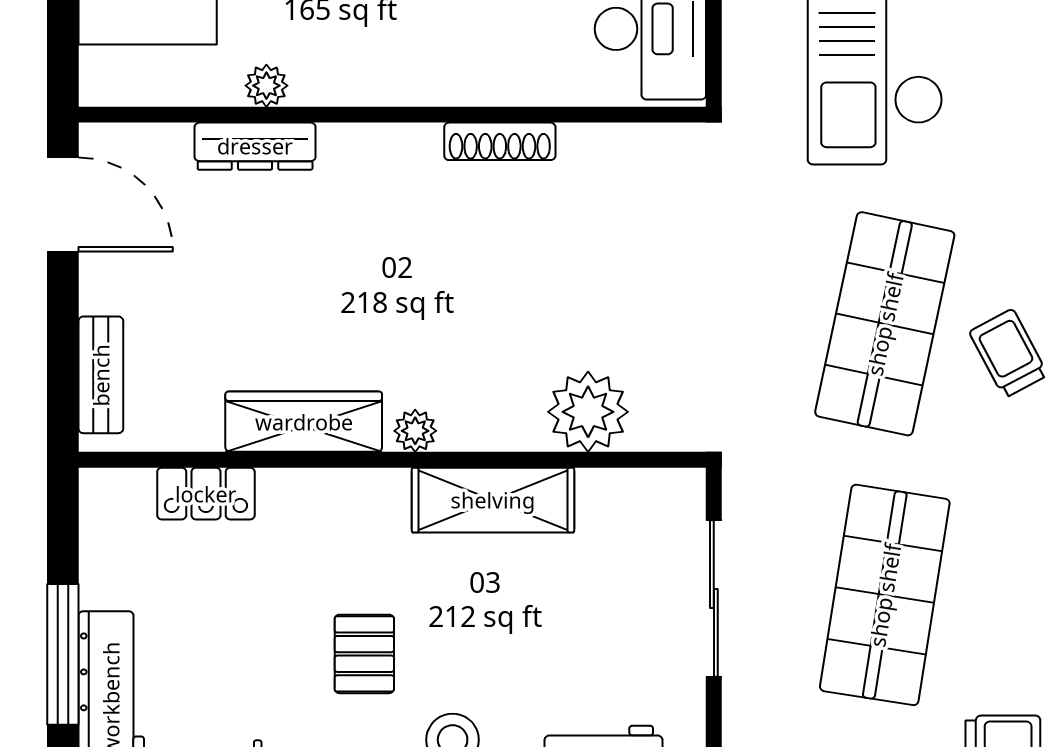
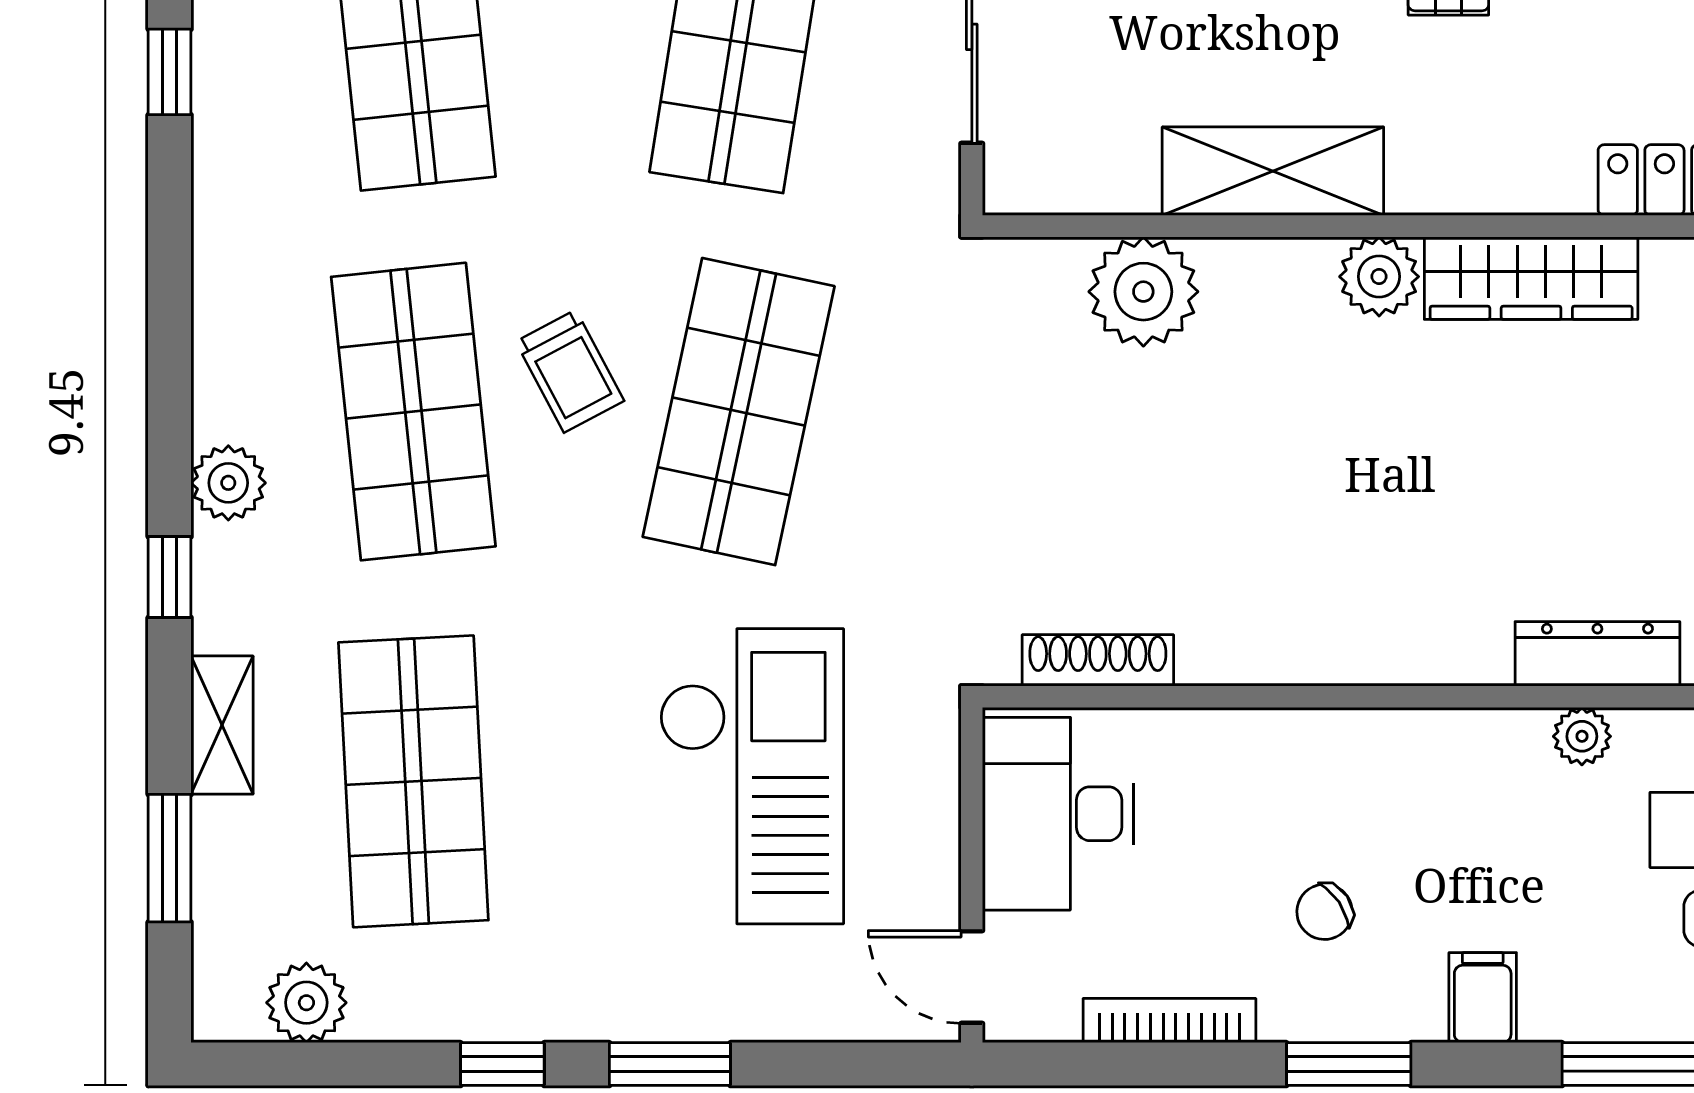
shoe rack: (500, 141) -> (1098, 660), moved
plant: (415, 431) -> (1379, 277), width x1.38, depth x1.38

